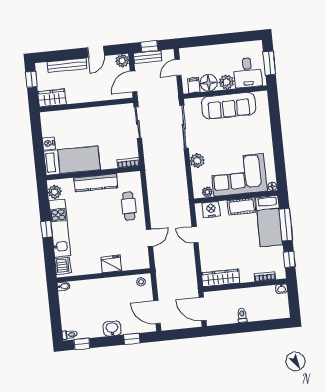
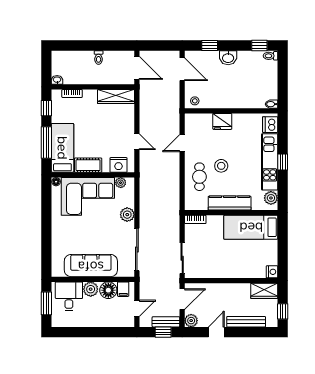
nightstand: (49, 143) -> (272, 272), moved
stool: (108, 219) -> (221, 166), added

